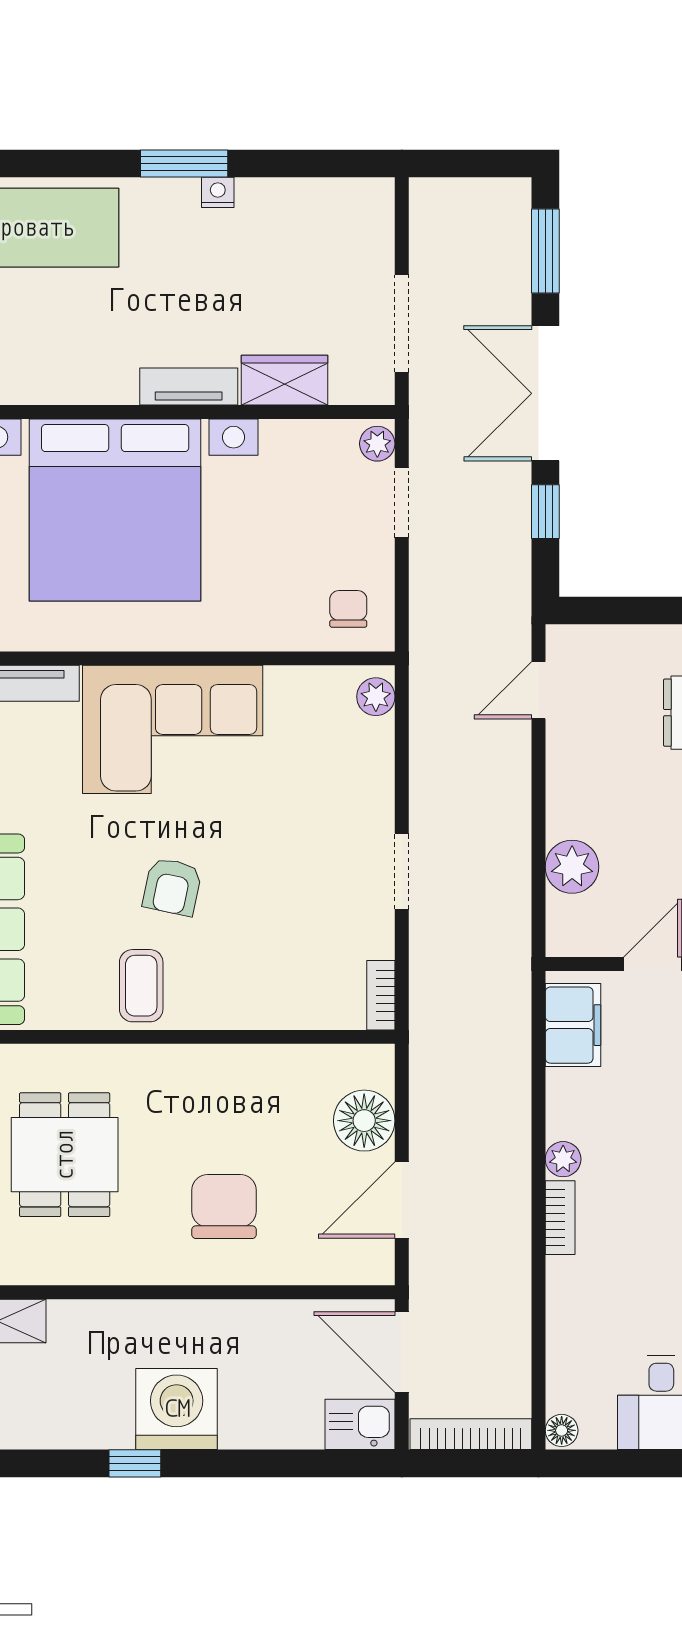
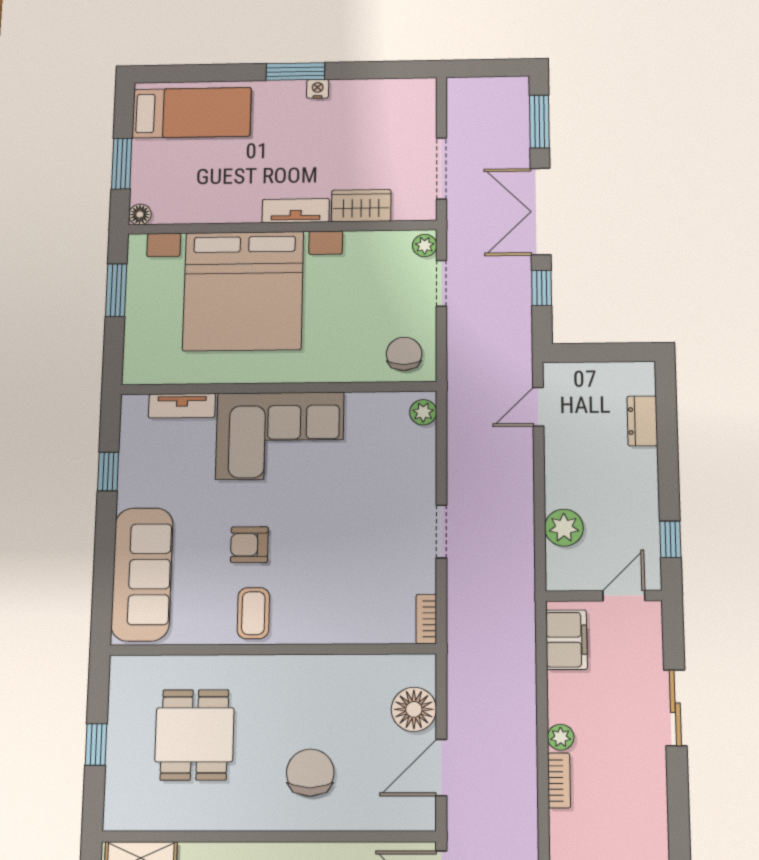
chair: (348, 609) -> (404, 354), width x1.37, depth x1.37
armchair: (172, 887) -> (249, 545), moved, turned 78

